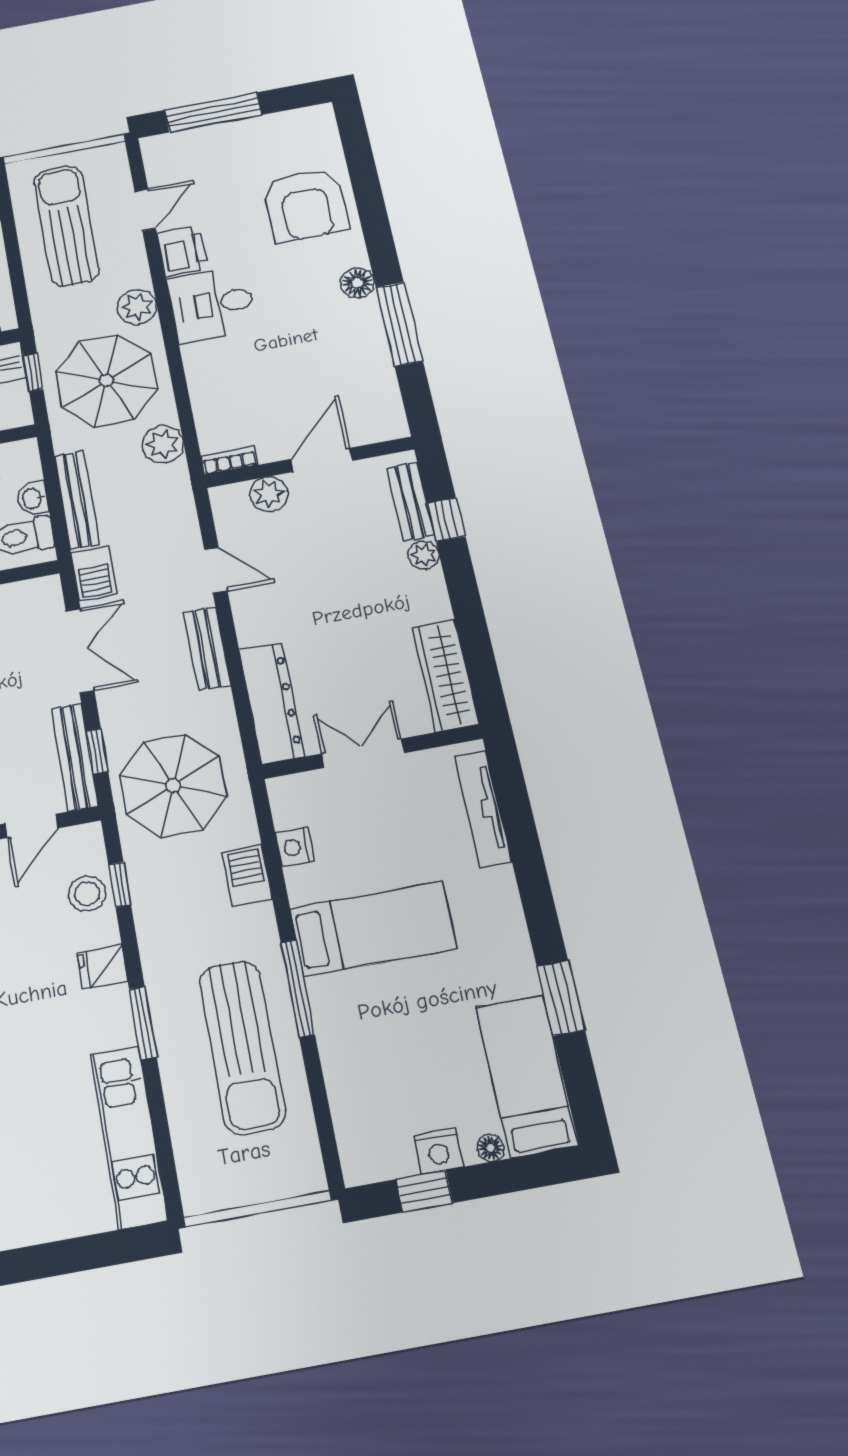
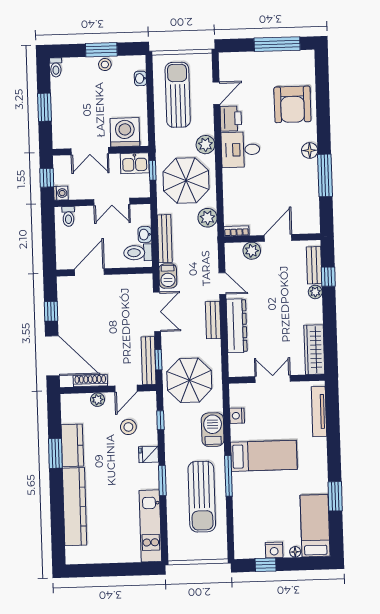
window: (213, 112) -> (277, 44), moved
dresser: (272, 703) -> (237, 326), moved
barbecue: (247, 876) -> (213, 430), width x1.38, depth x1.27
stool: (87, 894) -> (128, 427), moved

